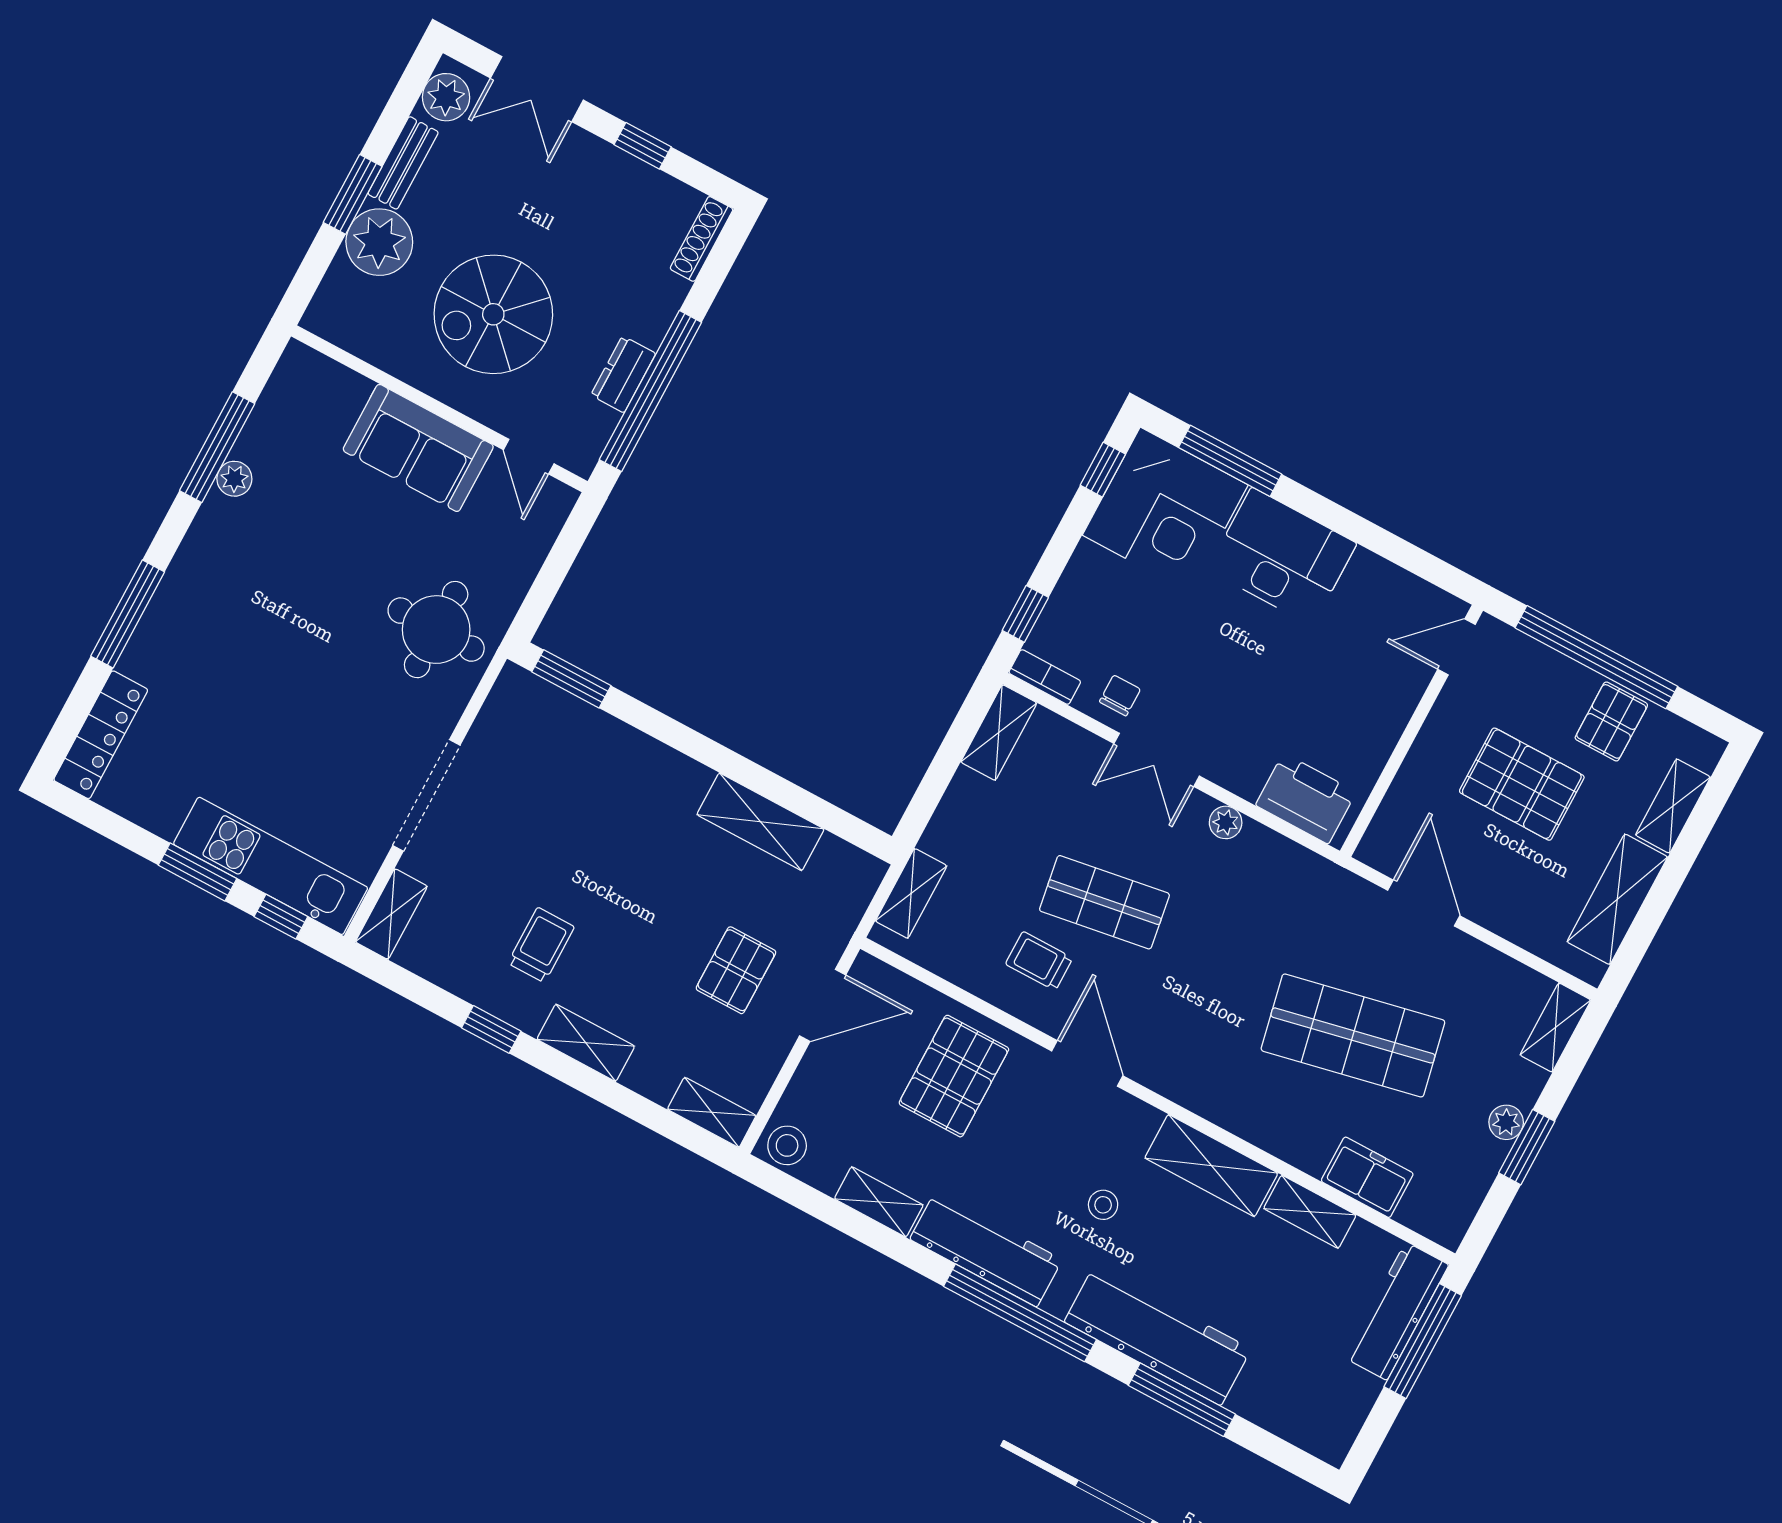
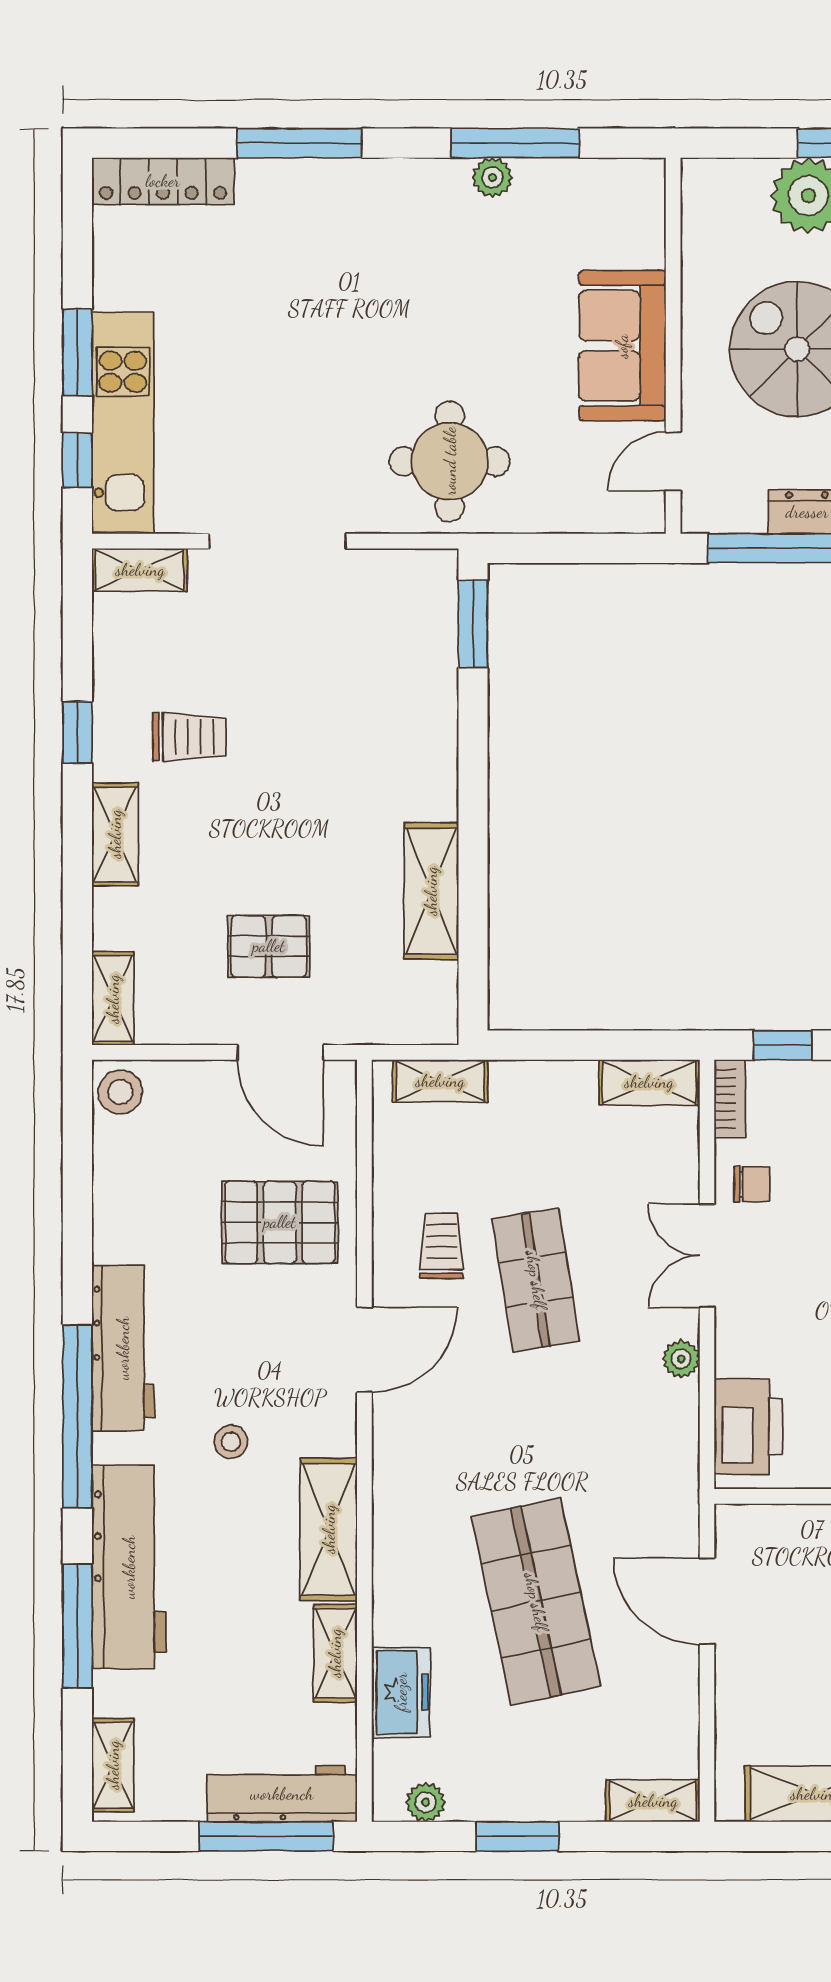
door: (1424, 903) -> (707, 1601), swing flipped
plant: (1506, 1122) -> (426, 1802), moved
shelving: (879, 1202) -> (113, 1765), moved

